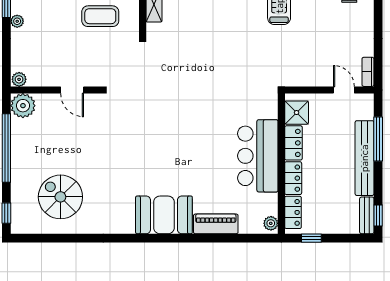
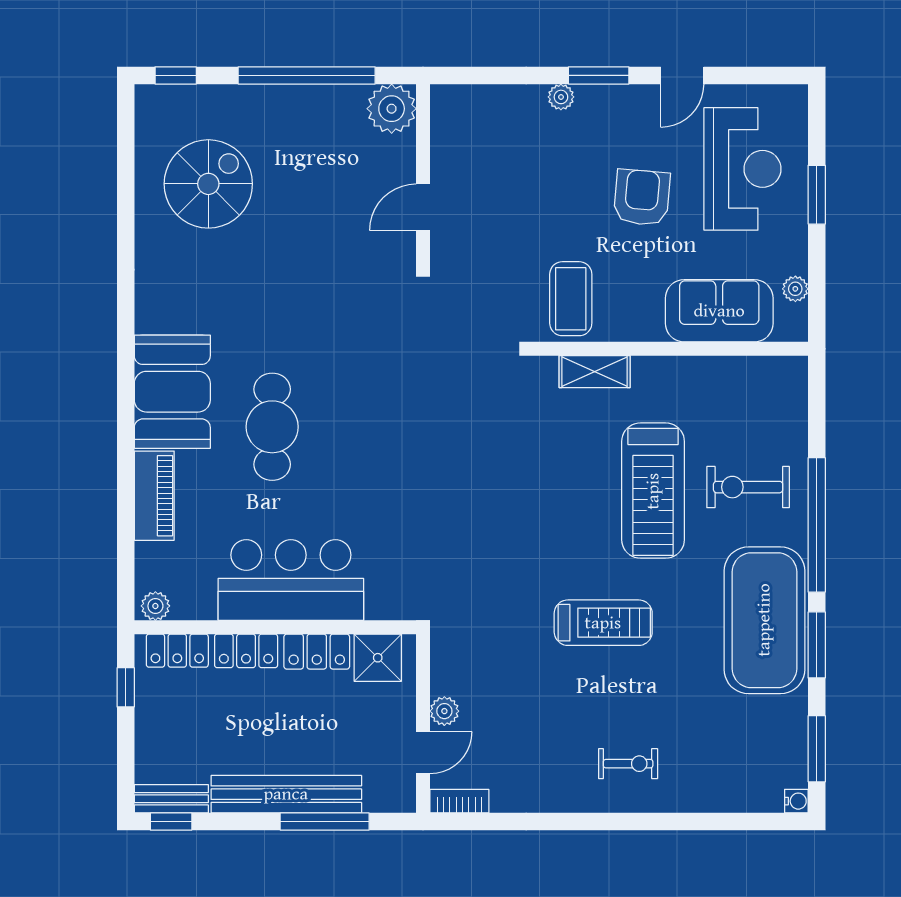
coffee table: (100, 16) -> (571, 299), moved
plant: (19, 79) -> (444, 711), moved
cafe table: (181, 165) -> (272, 427), added

